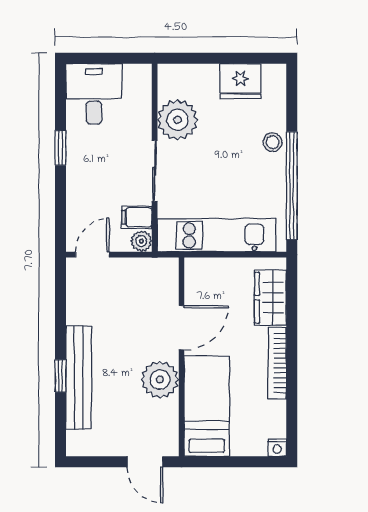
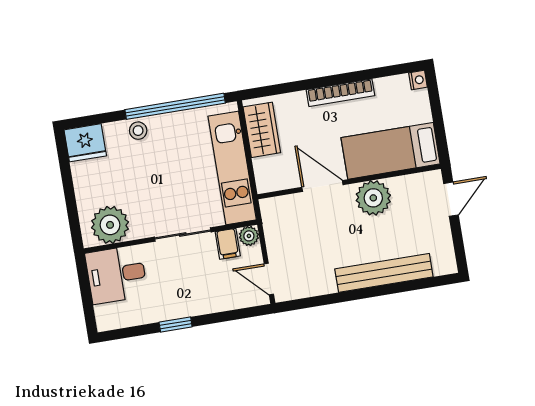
fridge: (240, 81) -> (85, 143), moved, turned 90
desk: (94, 94) -> (116, 274), moved
plant: (178, 120) -> (110, 225), moved
wardrobe: (270, 298) -> (262, 130), moved, turned -90
window: (60, 376) -> (385, 290), removed

